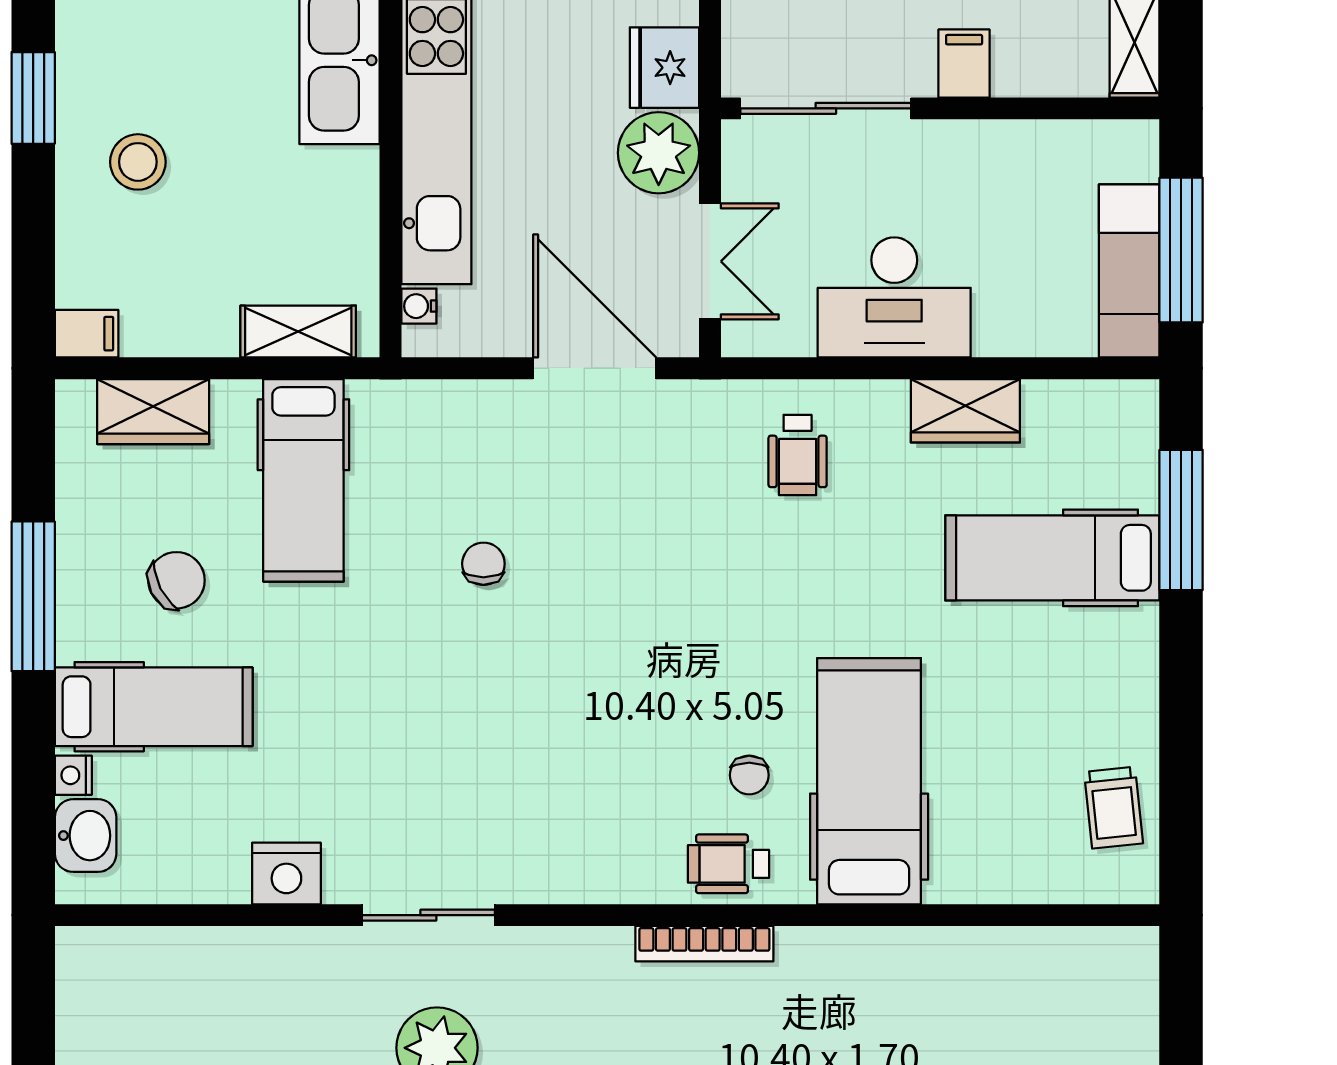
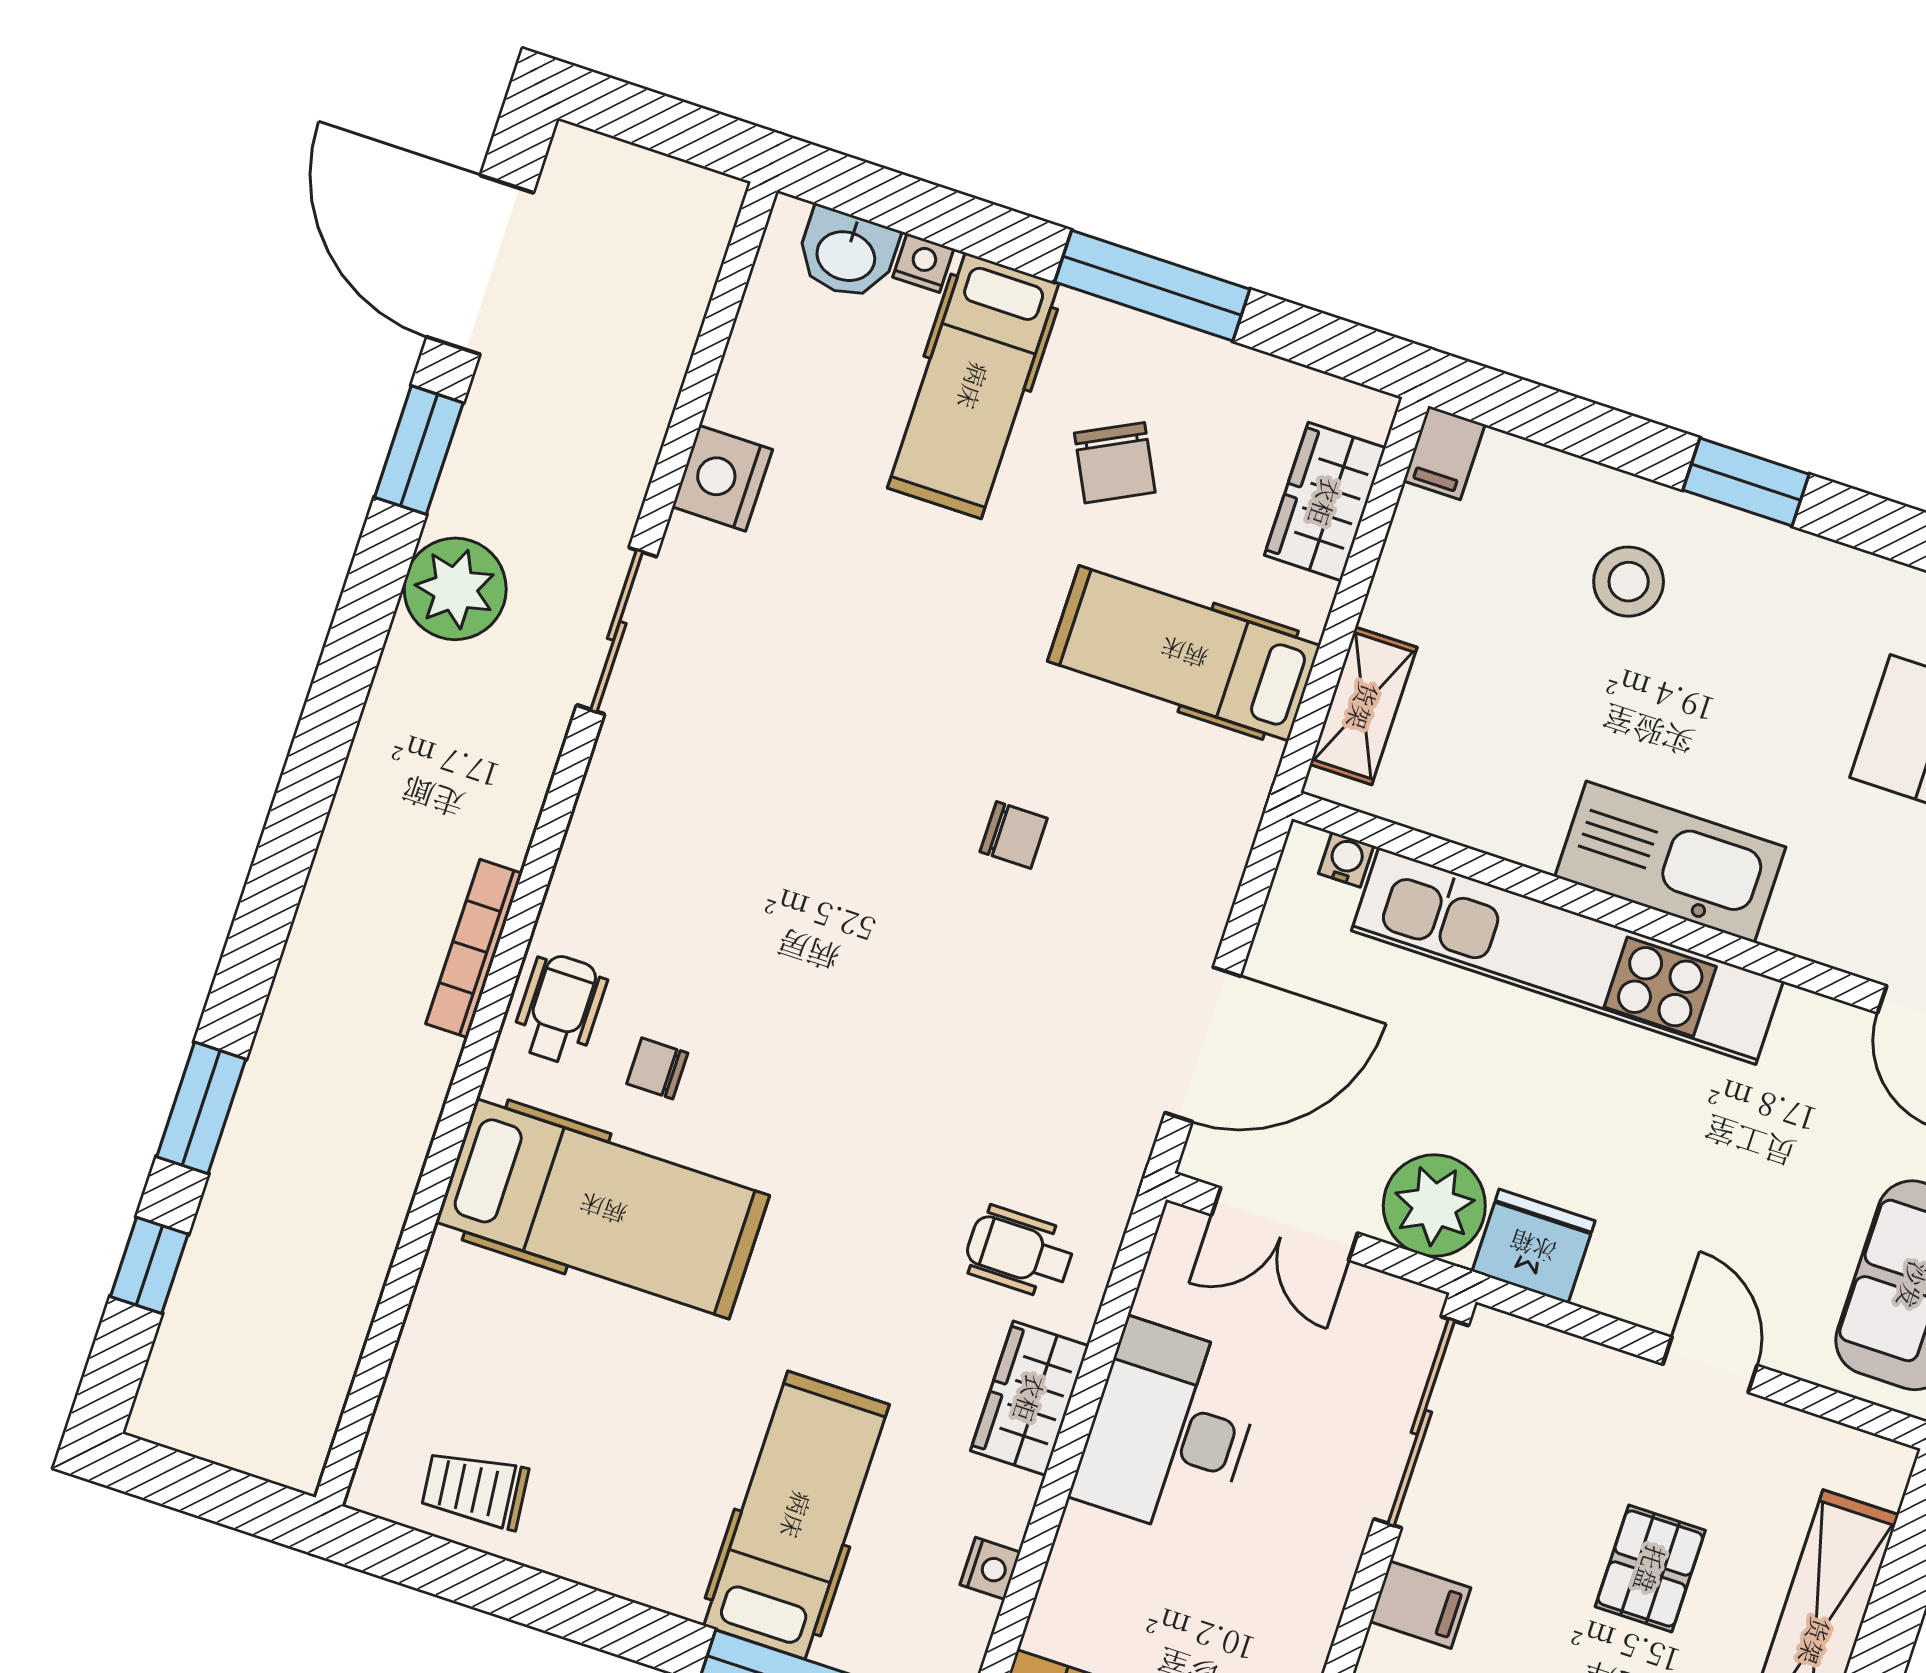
nightstand: (1044, 398) -> (990, 1568), added
wardrobe: (965, 411) -> (1030, 1398), moved

